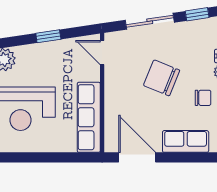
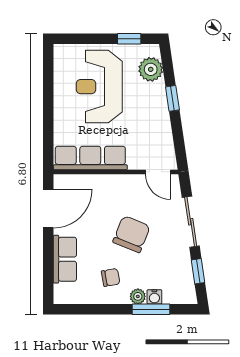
window: (48, 36) -> (172, 98), moved
door: (102, 53) -> (158, 172), swing flipped
chair: (203, 98) -> (111, 277), turned -100

